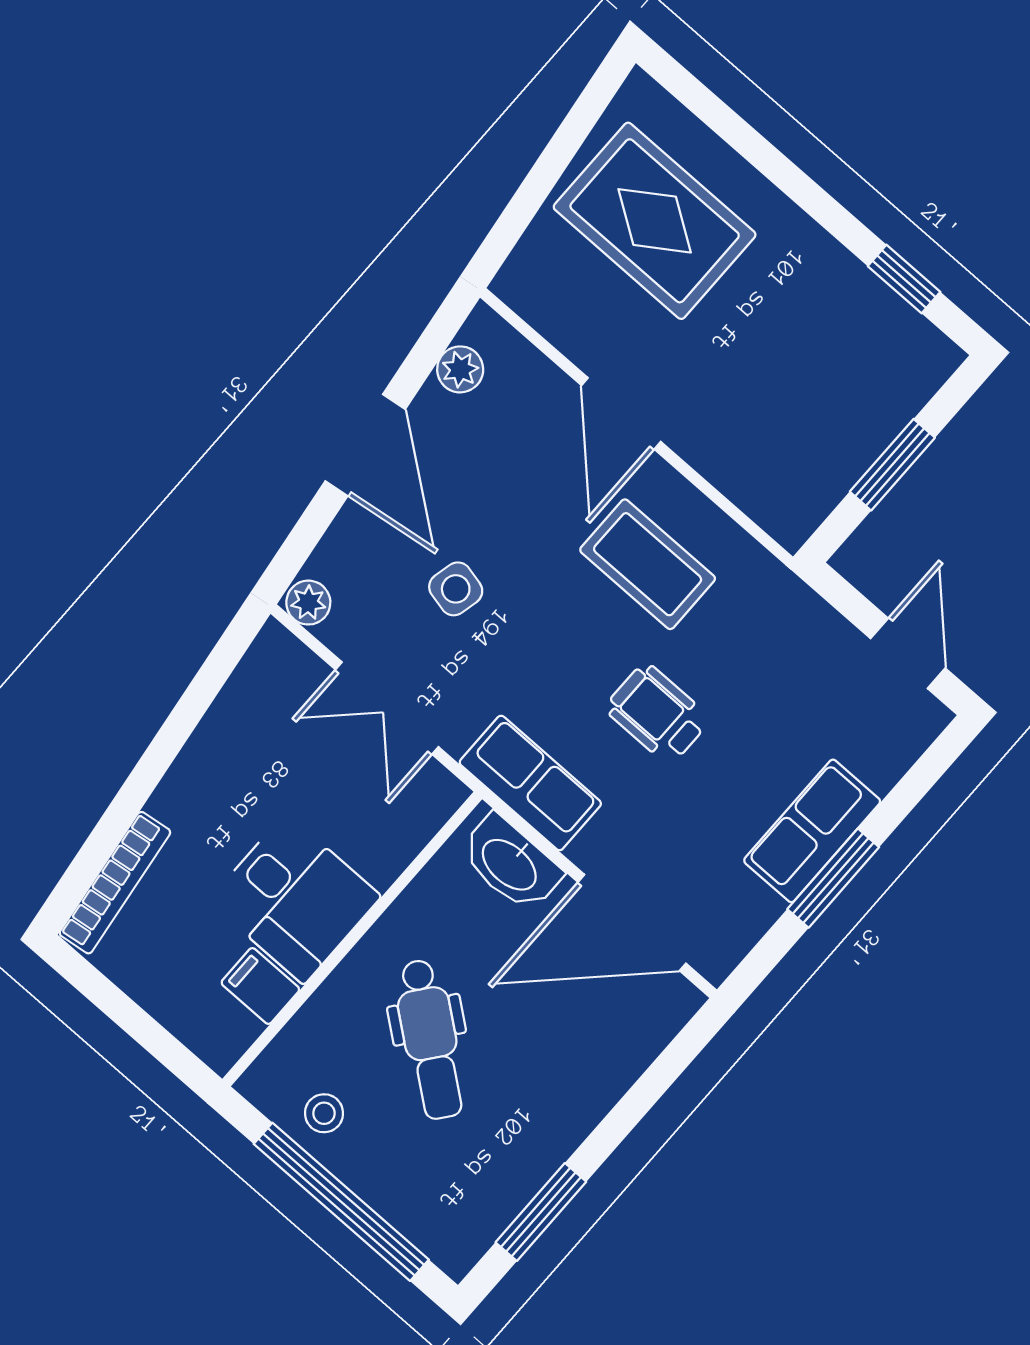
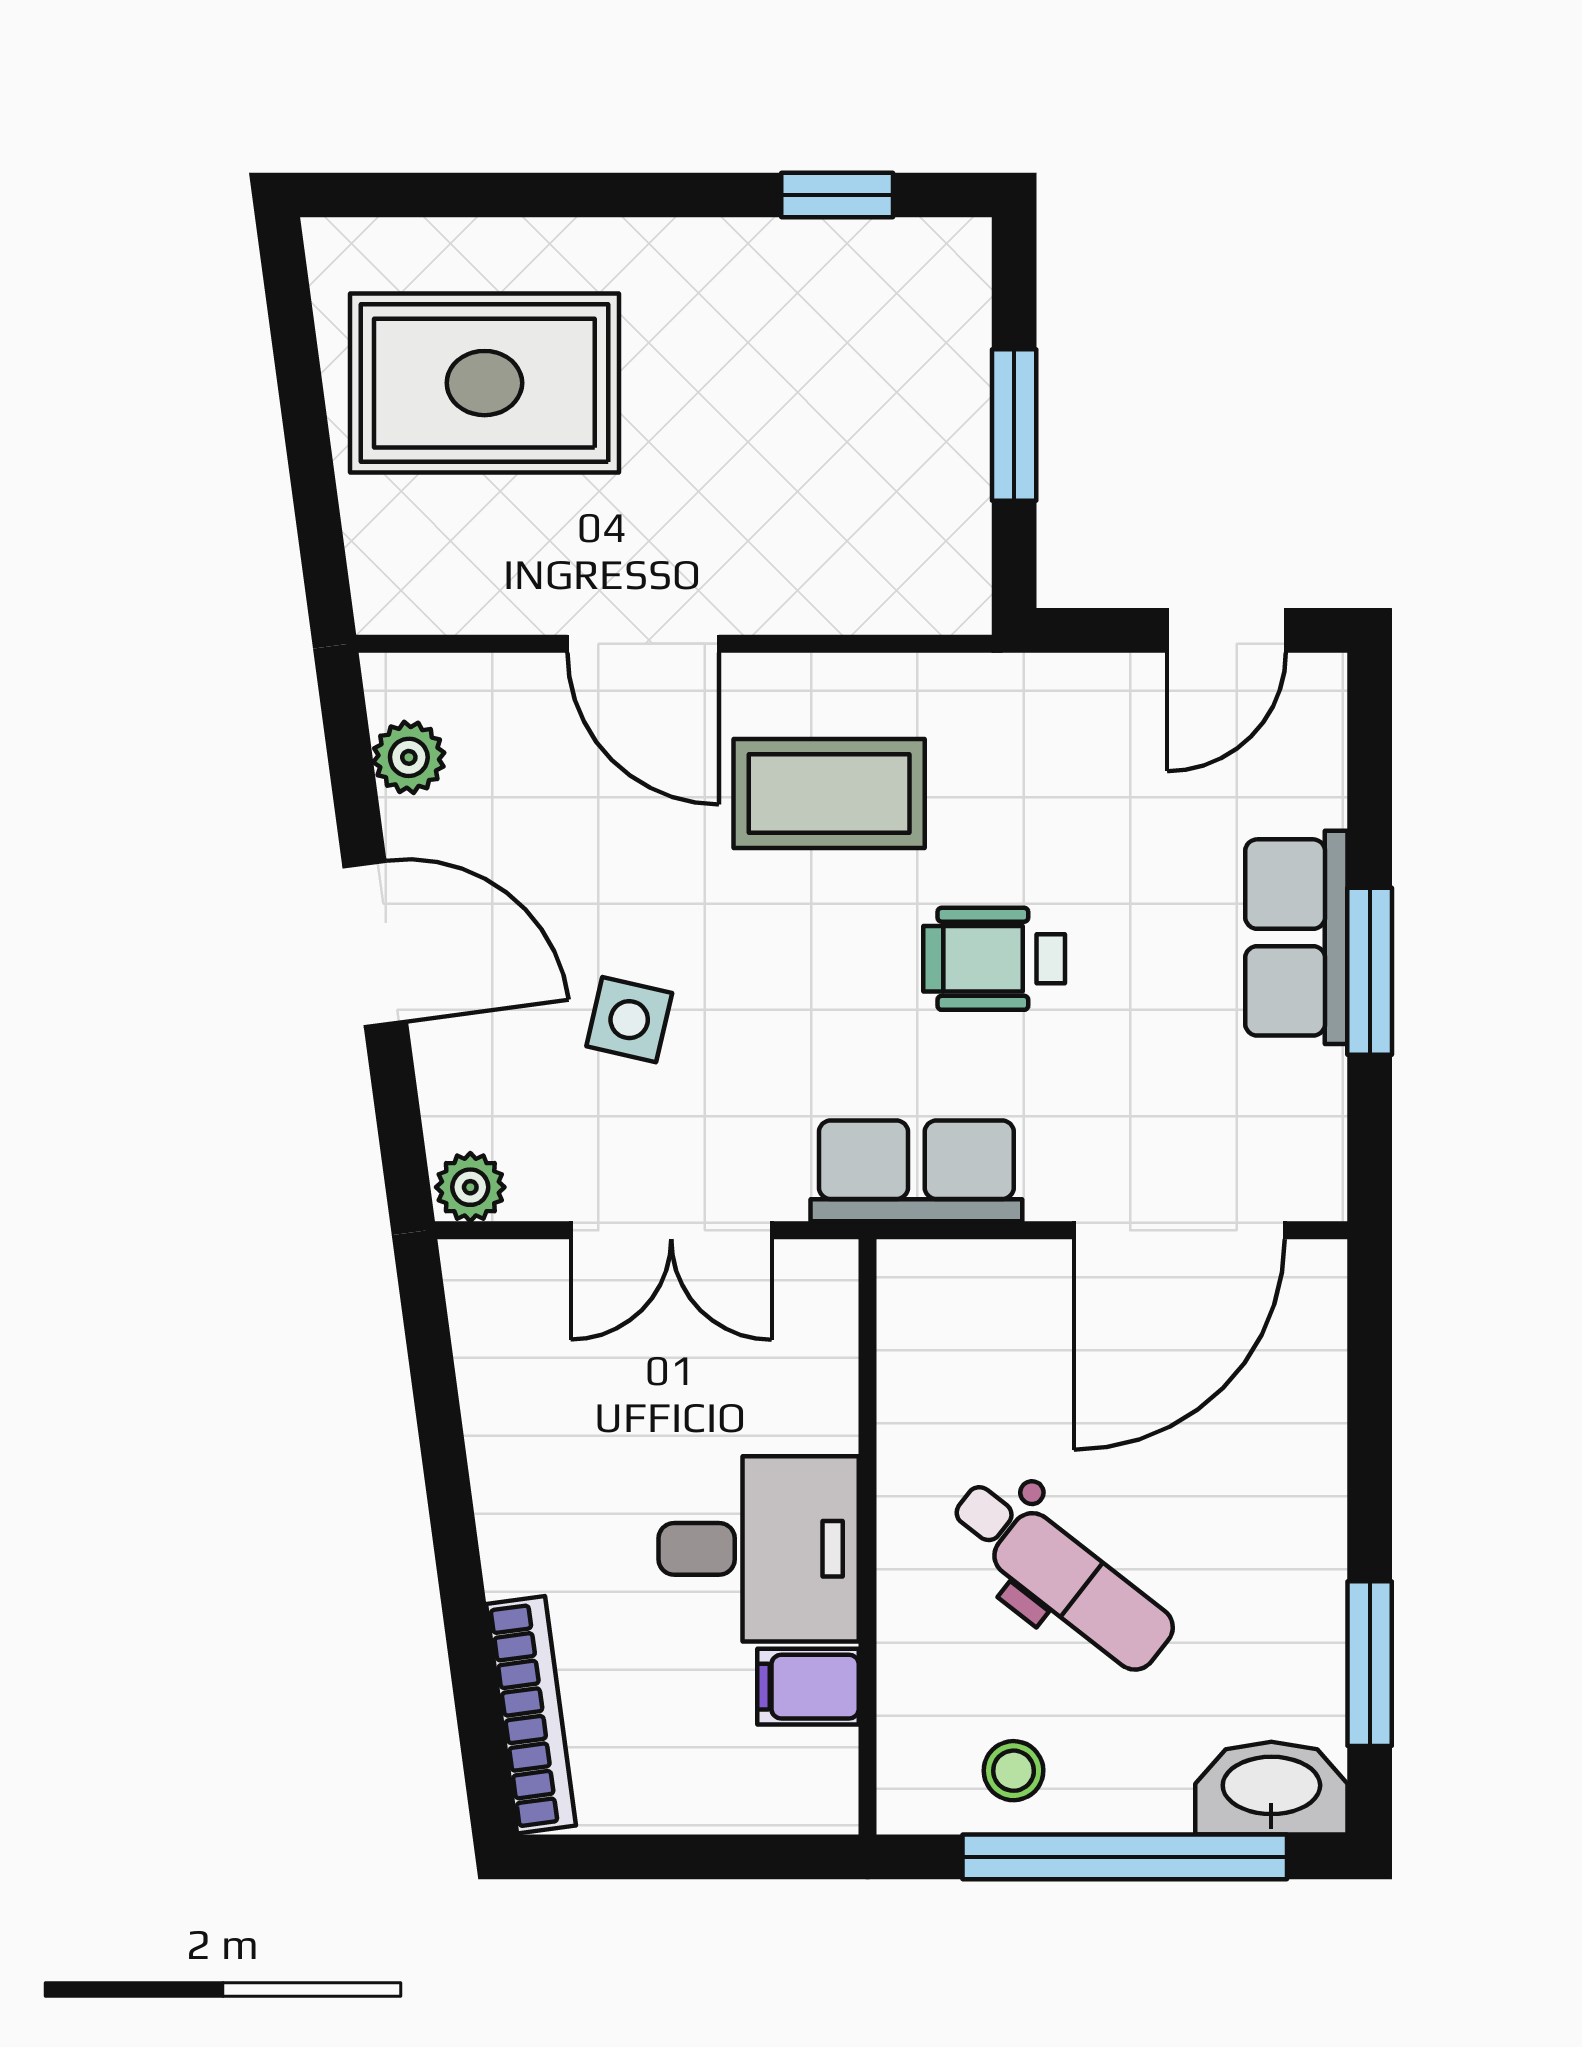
door: (908, 653) -> (1226, 630), swing flipped
washbasin: (510, 863) -> (1271, 1788), moved, turned 180

